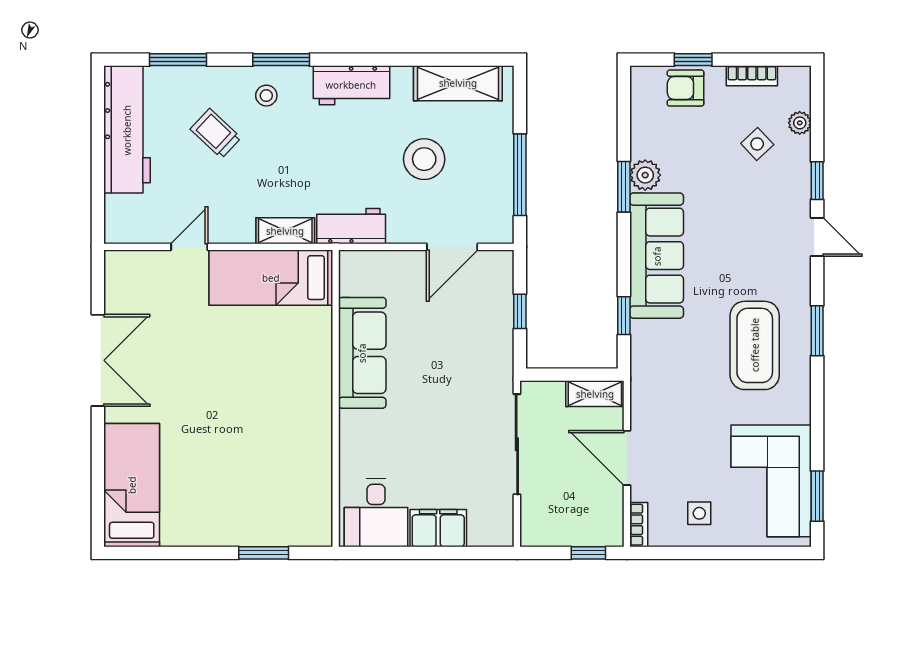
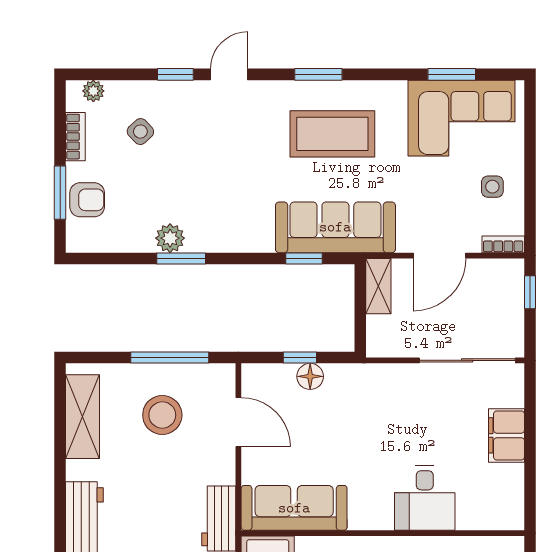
window: (693, 60) -> (60, 193), width x1.50
armchair: (685, 88) -> (87, 200), turned -90
plant: (800, 123) -> (93, 91), moved
stool: (424, 159) -> (162, 415), moved
sofa: (657, 256) -> (335, 227), moved
floor lamp: (500, 322) -> (310, 376), added
sofa: (362, 353) -> (294, 508), moved
sliding door: (517, 444) -> (467, 360), moved
window: (817, 496) -> (452, 74), moved
desk: (376, 513) -> (425, 498), moved, turned 90

